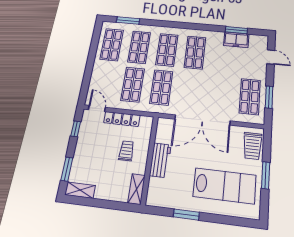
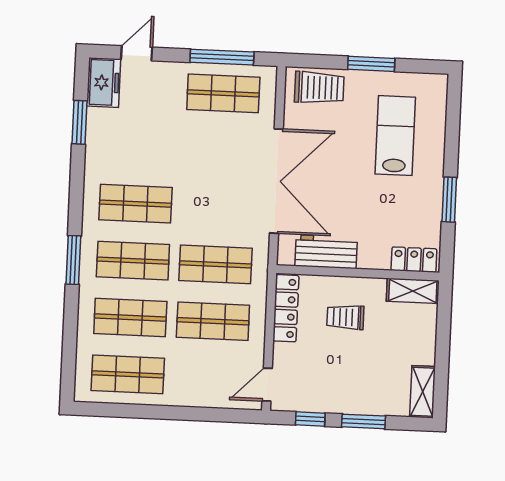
window: (128, 21) -> (73, 260), moved
freezer: (236, 40) -> (104, 82), moved
window: (269, 97) -> (222, 57), width x1.44
locker: (122, 119) -> (286, 308), moved
workbench: (160, 160) -> (326, 252), moved
window: (67, 169) -> (364, 421), moved
lab bench: (225, 186) -> (395, 136), width x0.73, depth x0.72
locker: (154, 191) -> (414, 260), added

